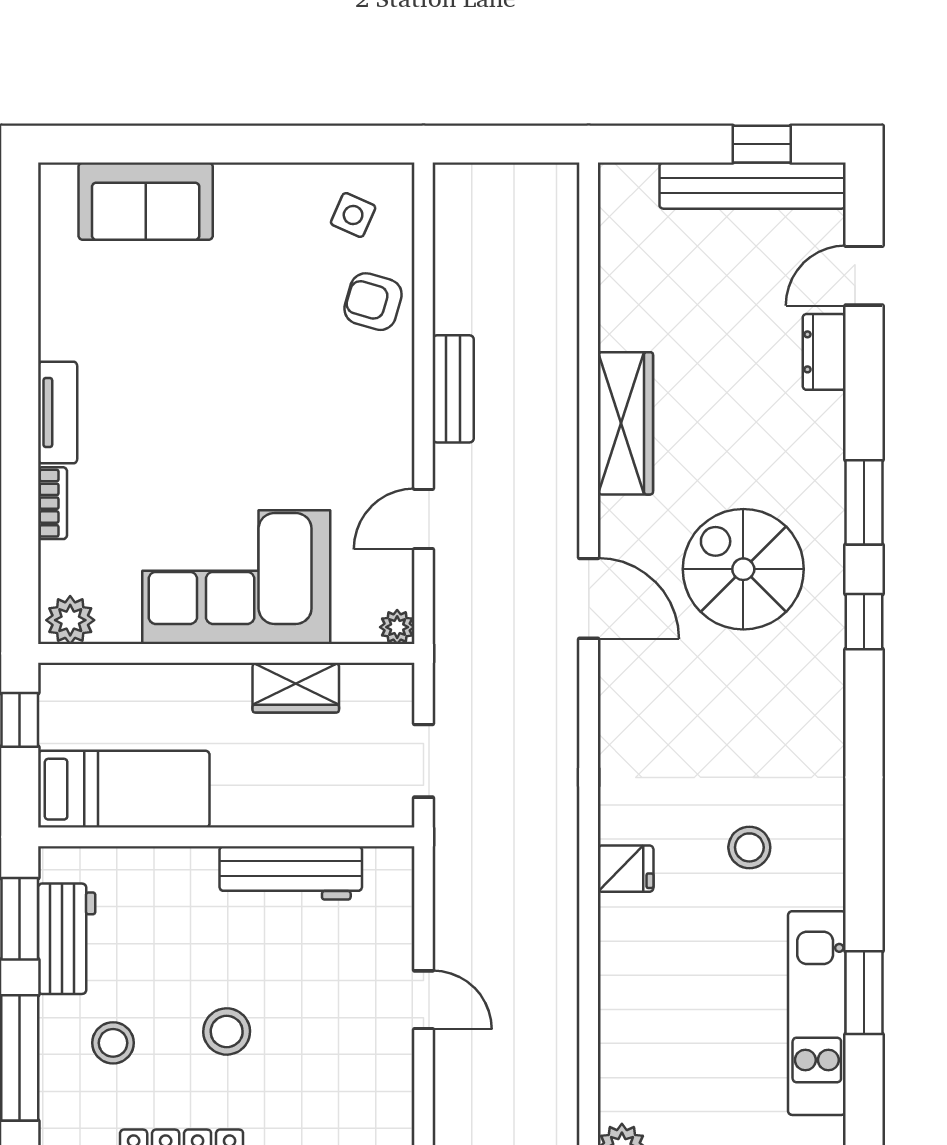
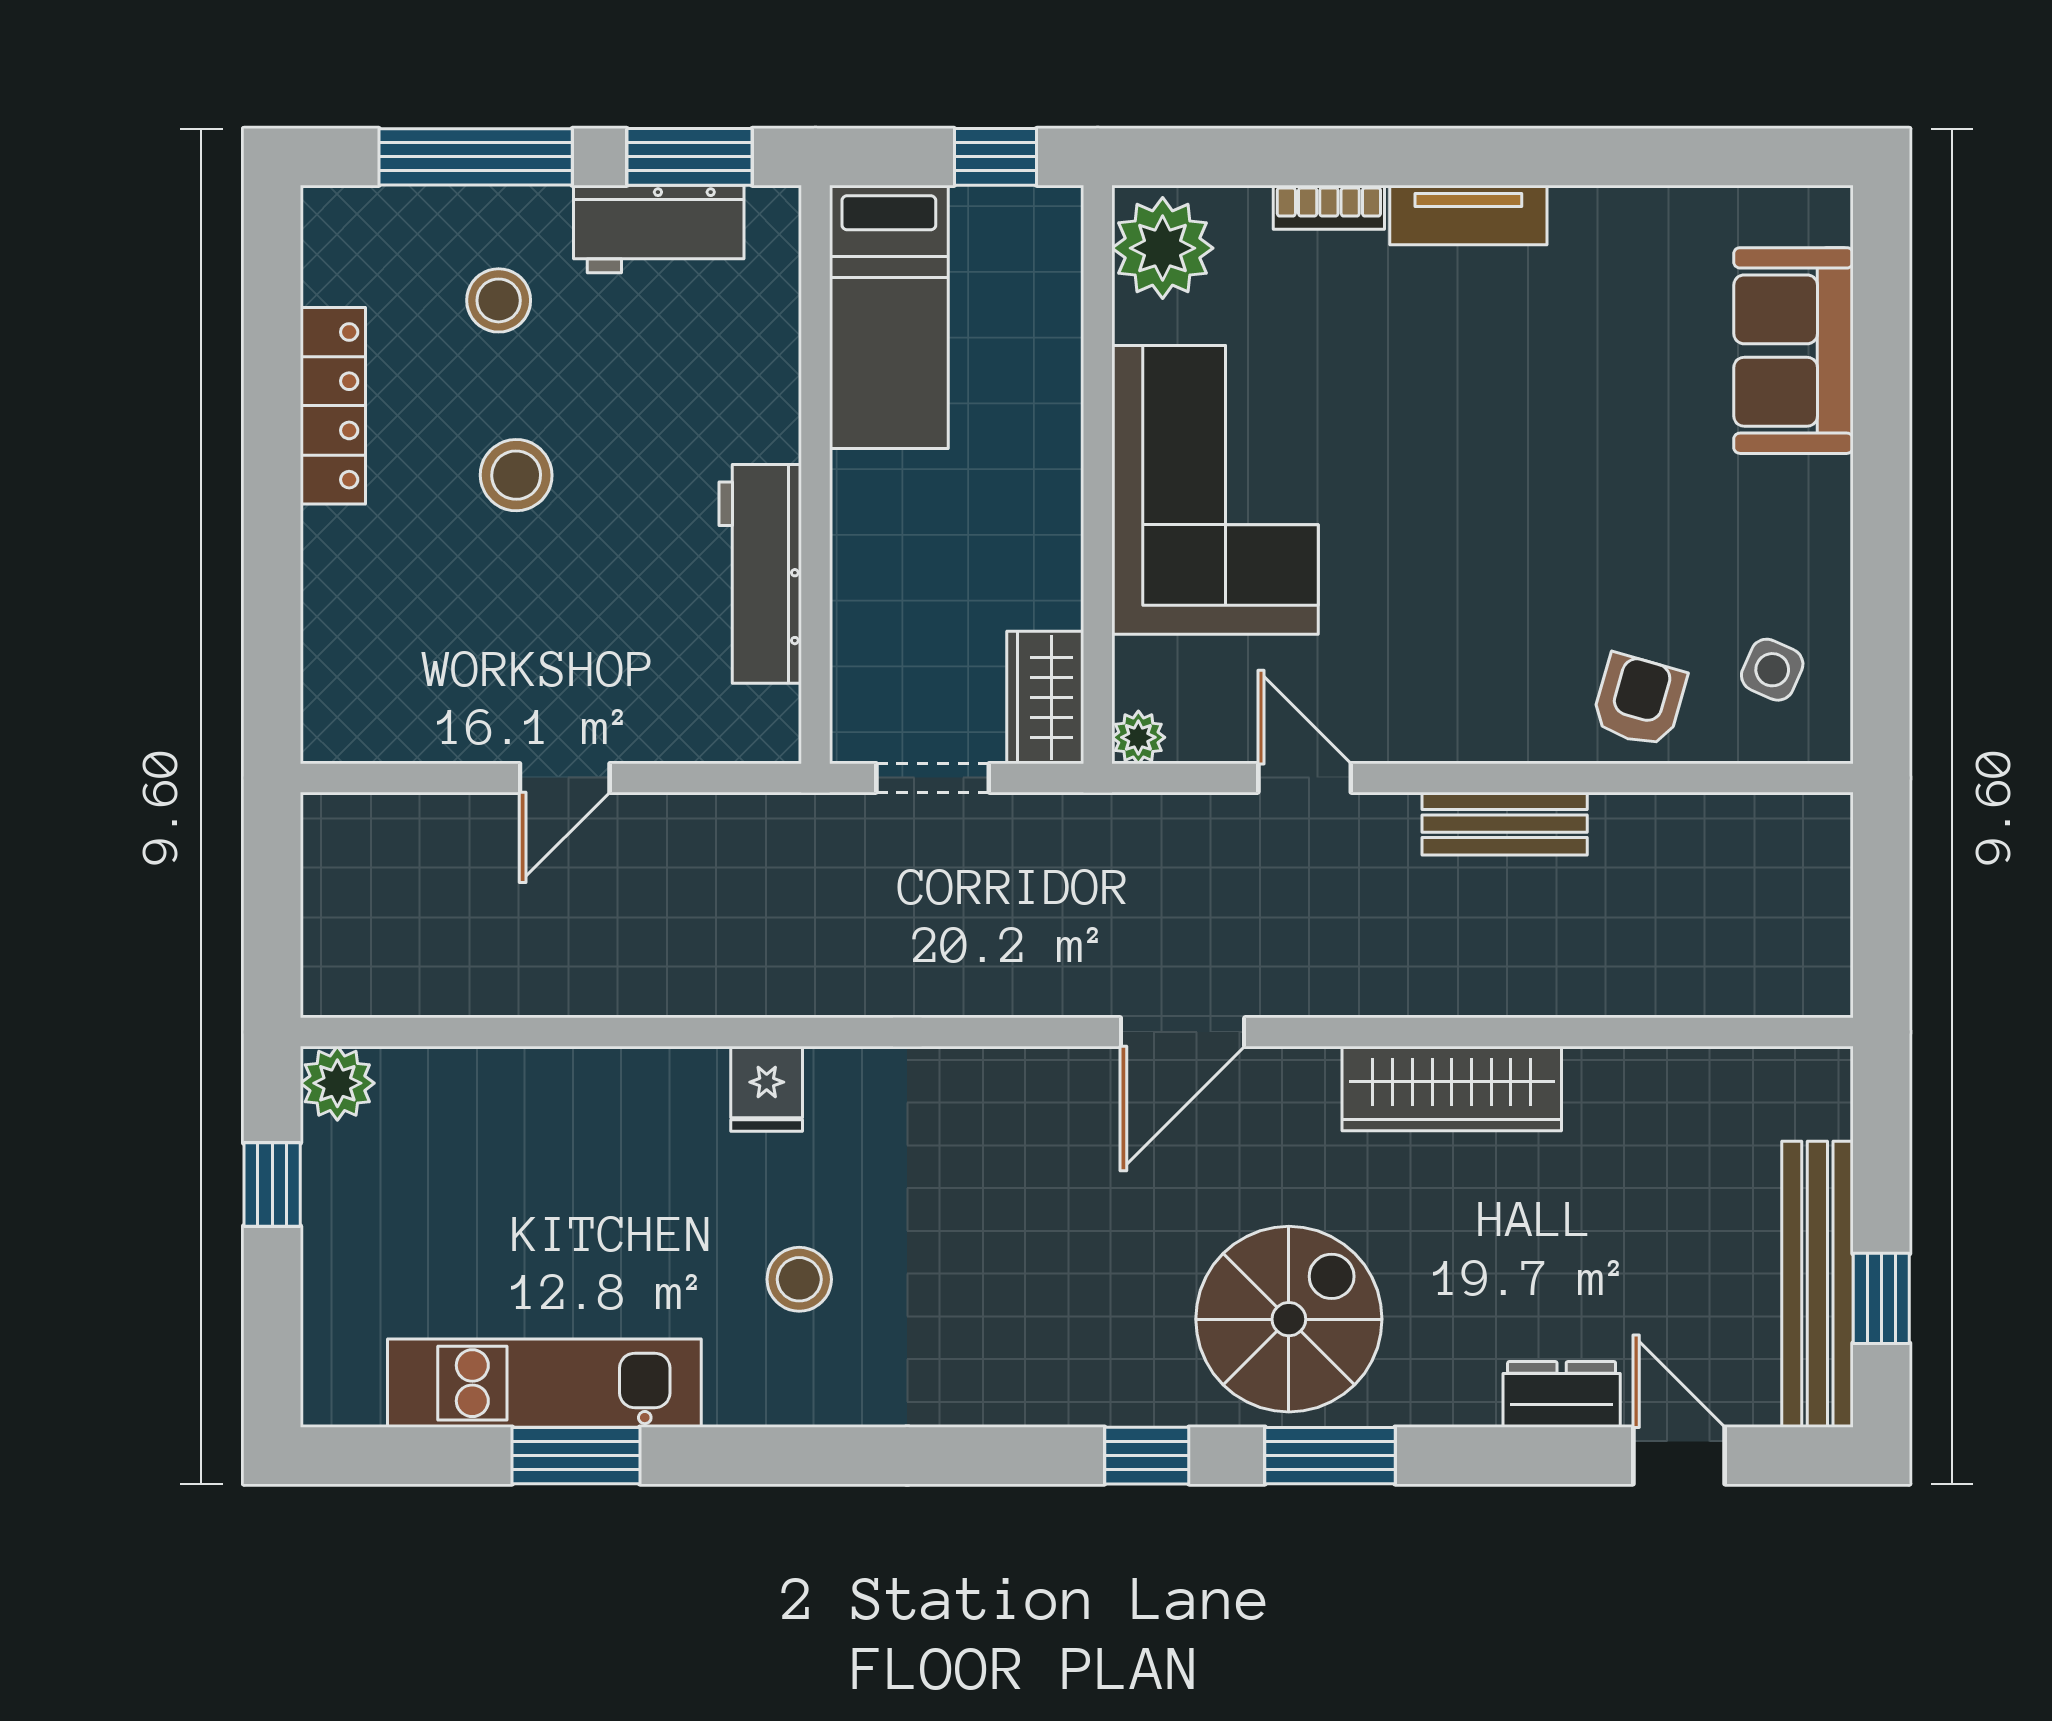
spiral stairs: (743, 569) -> (1289, 1319), moved
plant: (70, 620) -> (1163, 248), width x1.36, depth x1.36
wardrobe: (296, 688) -> (1045, 697), moved

